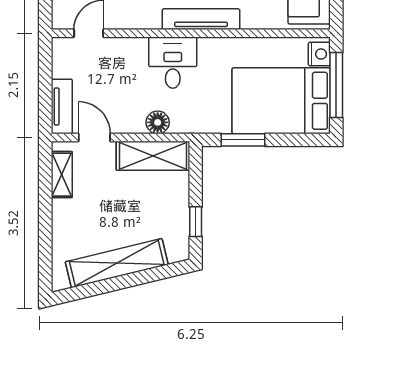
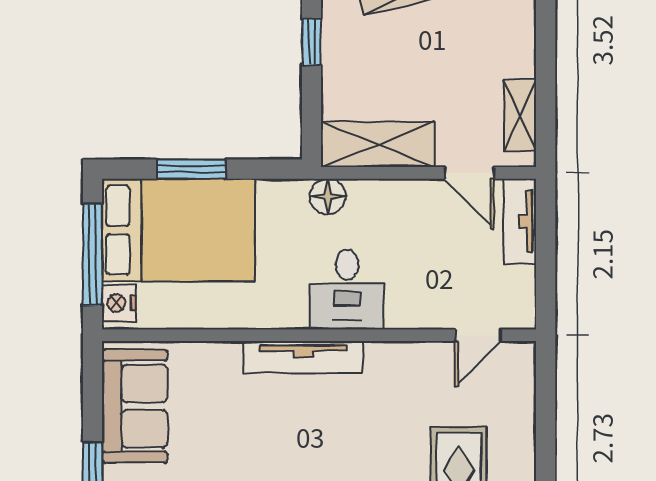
floor lamp: (158, 122) -> (328, 196), moved
window: (243, 140) -> (192, 169), moved

